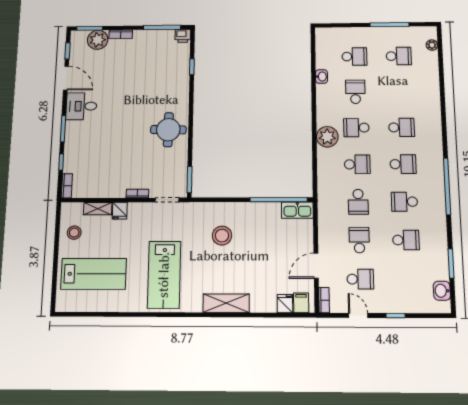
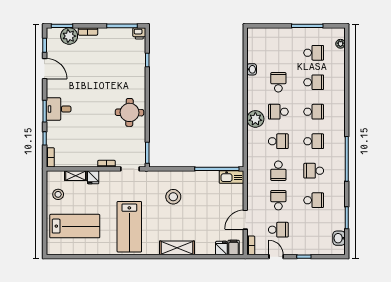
school desk: (354, 57) -> (314, 82), moved
desk: (81, 106) -> (59, 109), moved

